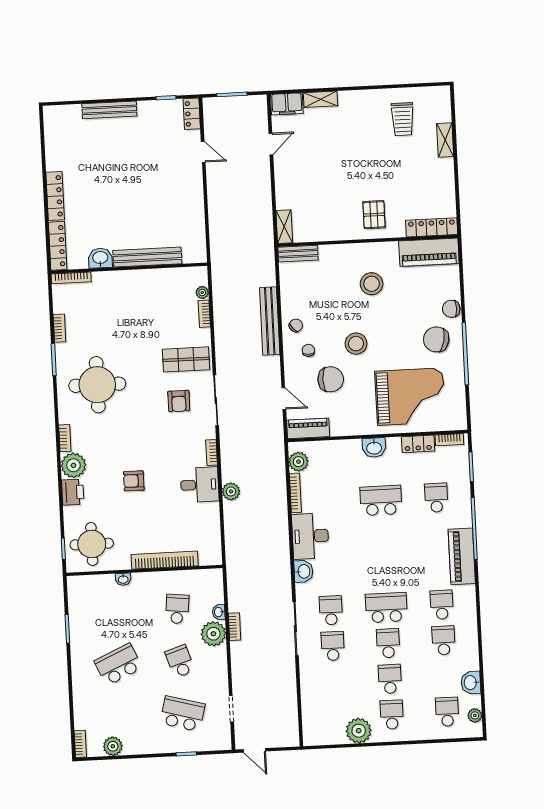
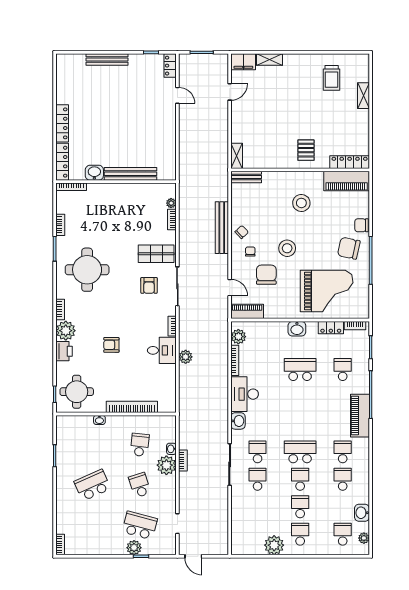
chair: (331, 379) -> (266, 275), turned -90
plant: (113, 746) -> (134, 548), moved

